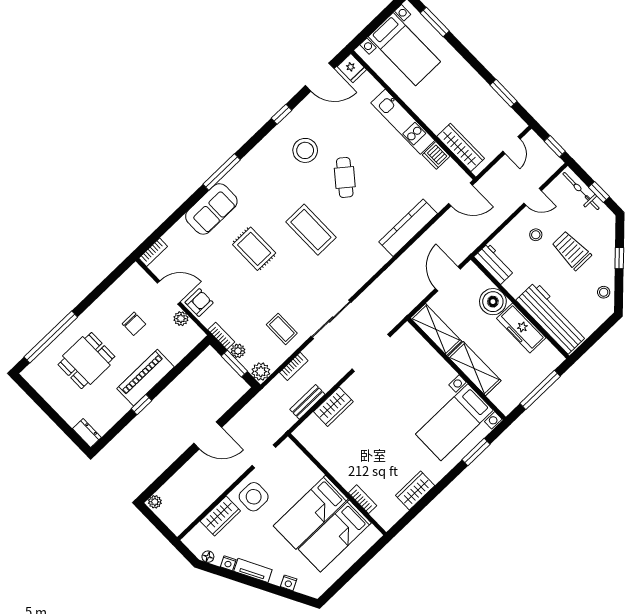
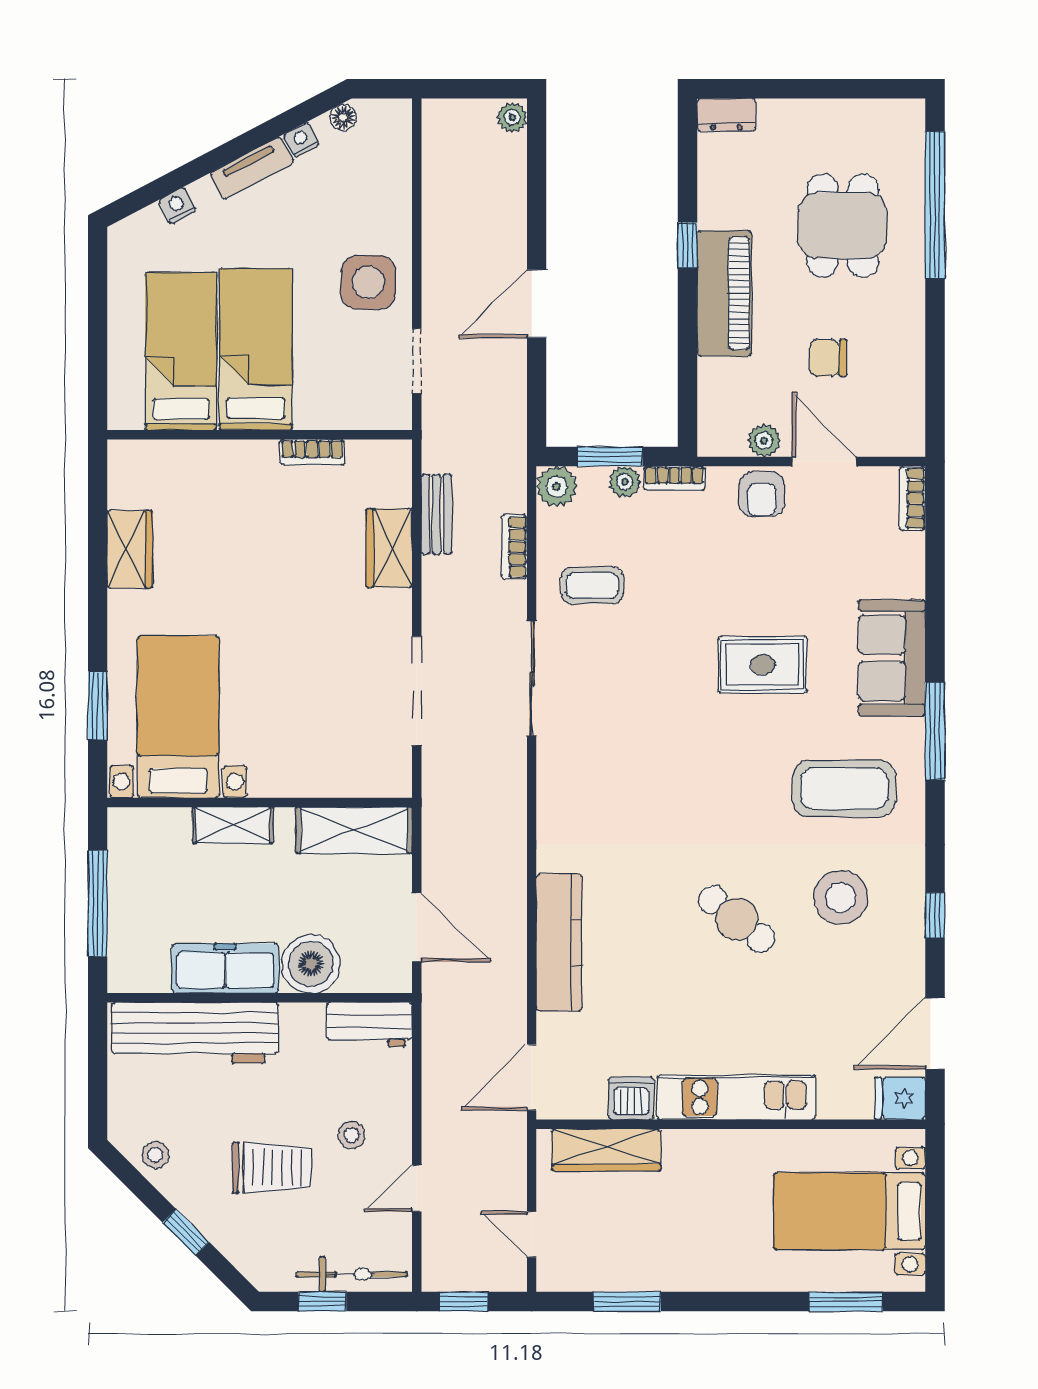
coffee table: (311, 230) -> (844, 789), moved
door: (169, 293) -> (824, 462), swing flipped
shelving: (474, 369) -> (233, 825), width x0.67, depth x0.75
bookcase: (363, 499) -> (312, 452), moved
wardrobe: (220, 516) -> (389, 200), removed

